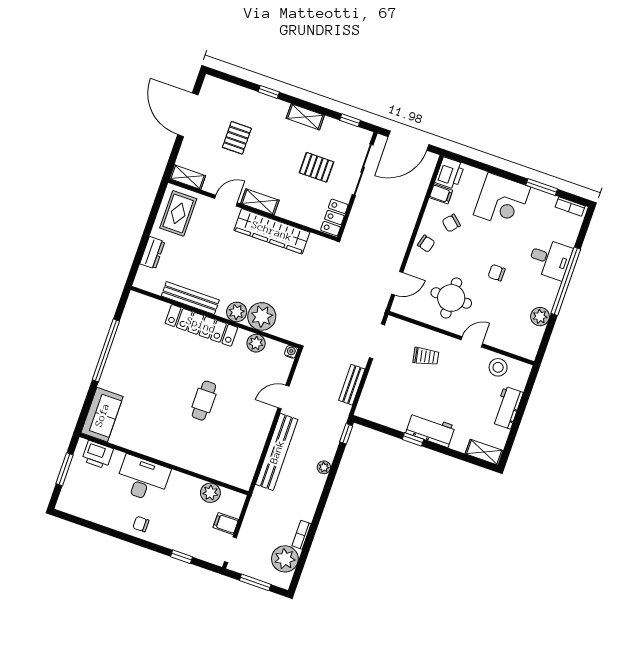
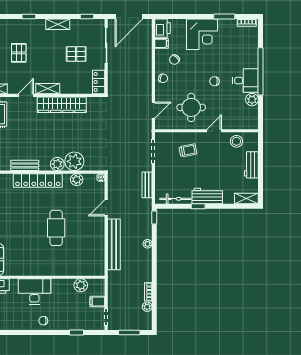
desk: (550, 259) -> (245, 81), moved
bench: (190, 298) -> (25, 165), width x0.73
cafe table: (204, 401) -> (56, 228), width x1.37, depth x1.35
bicycle: (385, 418) -> (175, 199), added
plant: (285, 559) -> (147, 307), width x0.53, depth x0.53

